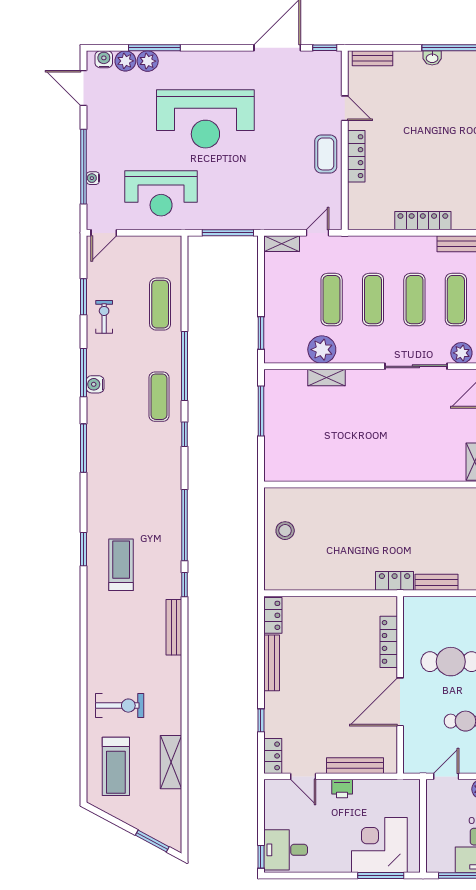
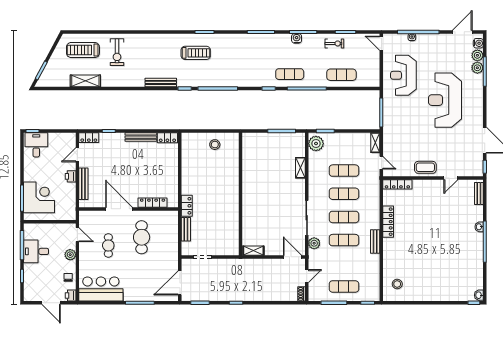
locker: (356, 156) -> (397, 184), moved
plant: (322, 350) -> (316, 143), moved

